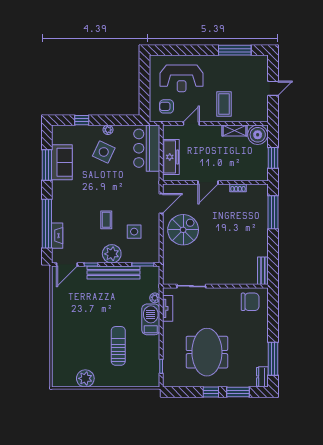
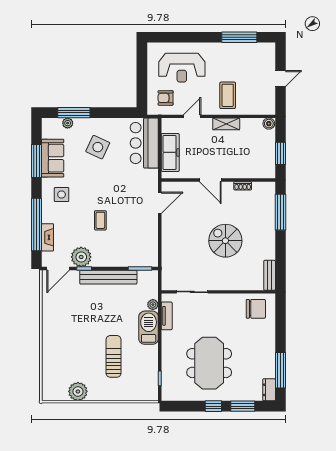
window: (82, 120) -> (74, 113), width x2.17
plant: (108, 130) -> (68, 123), moved
shelving: (234, 130) -> (226, 124), moved
boiler: (258, 135) -> (269, 124), width x0.54, depth x0.54
door: (208, 183) -> (210, 180), hinge flipped
spiral stairs: (183, 230) -> (225, 241), moved, turned -90
side table: (134, 232) -> (62, 195), moved
plant: (112, 254) -> (81, 257), moved

